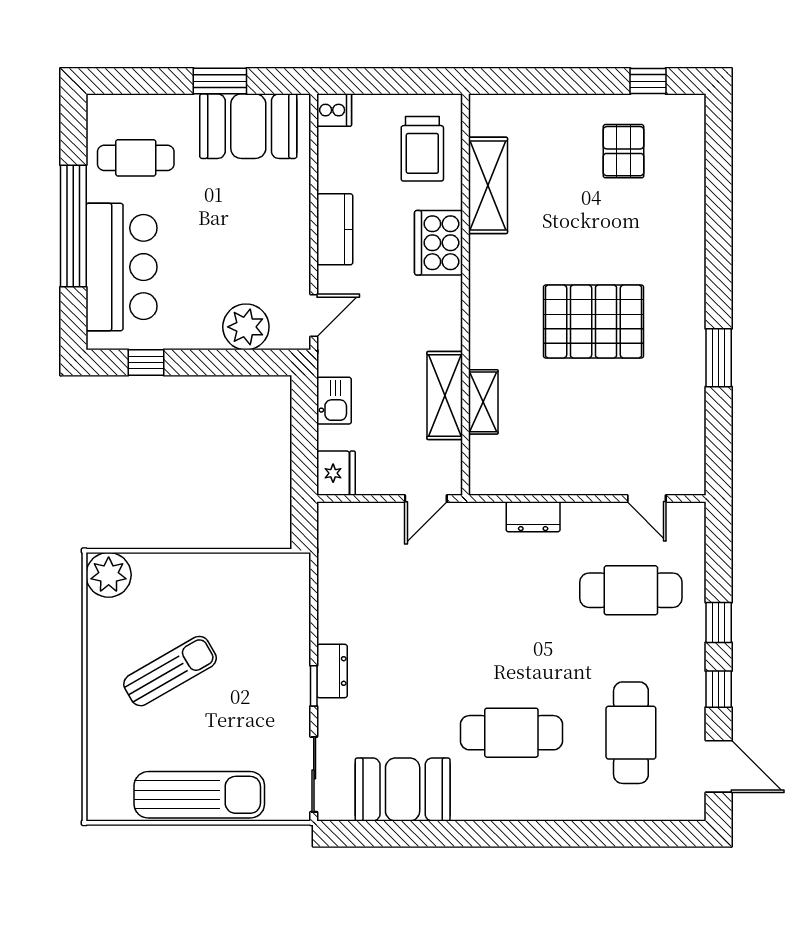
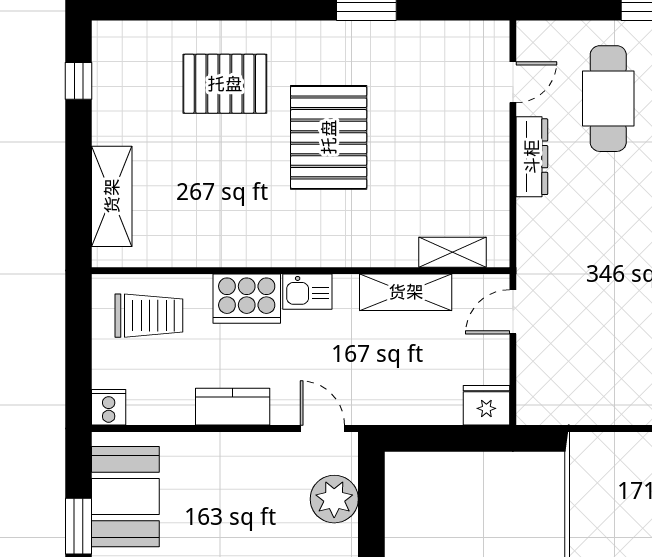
pallet: (623, 151) -> (225, 84), moved, width x1.50, depth x1.42
shelving: (488, 185) -> (112, 196), moved, turned 90
kitchen sink: (334, 401) -> (307, 292), moved, turned 180
shelving: (483, 402) -> (453, 252), moved
door: (426, 499) -> (513, 312), swing flipped
dresser: (533, 517) -> (532, 157), moved, width x1.44

